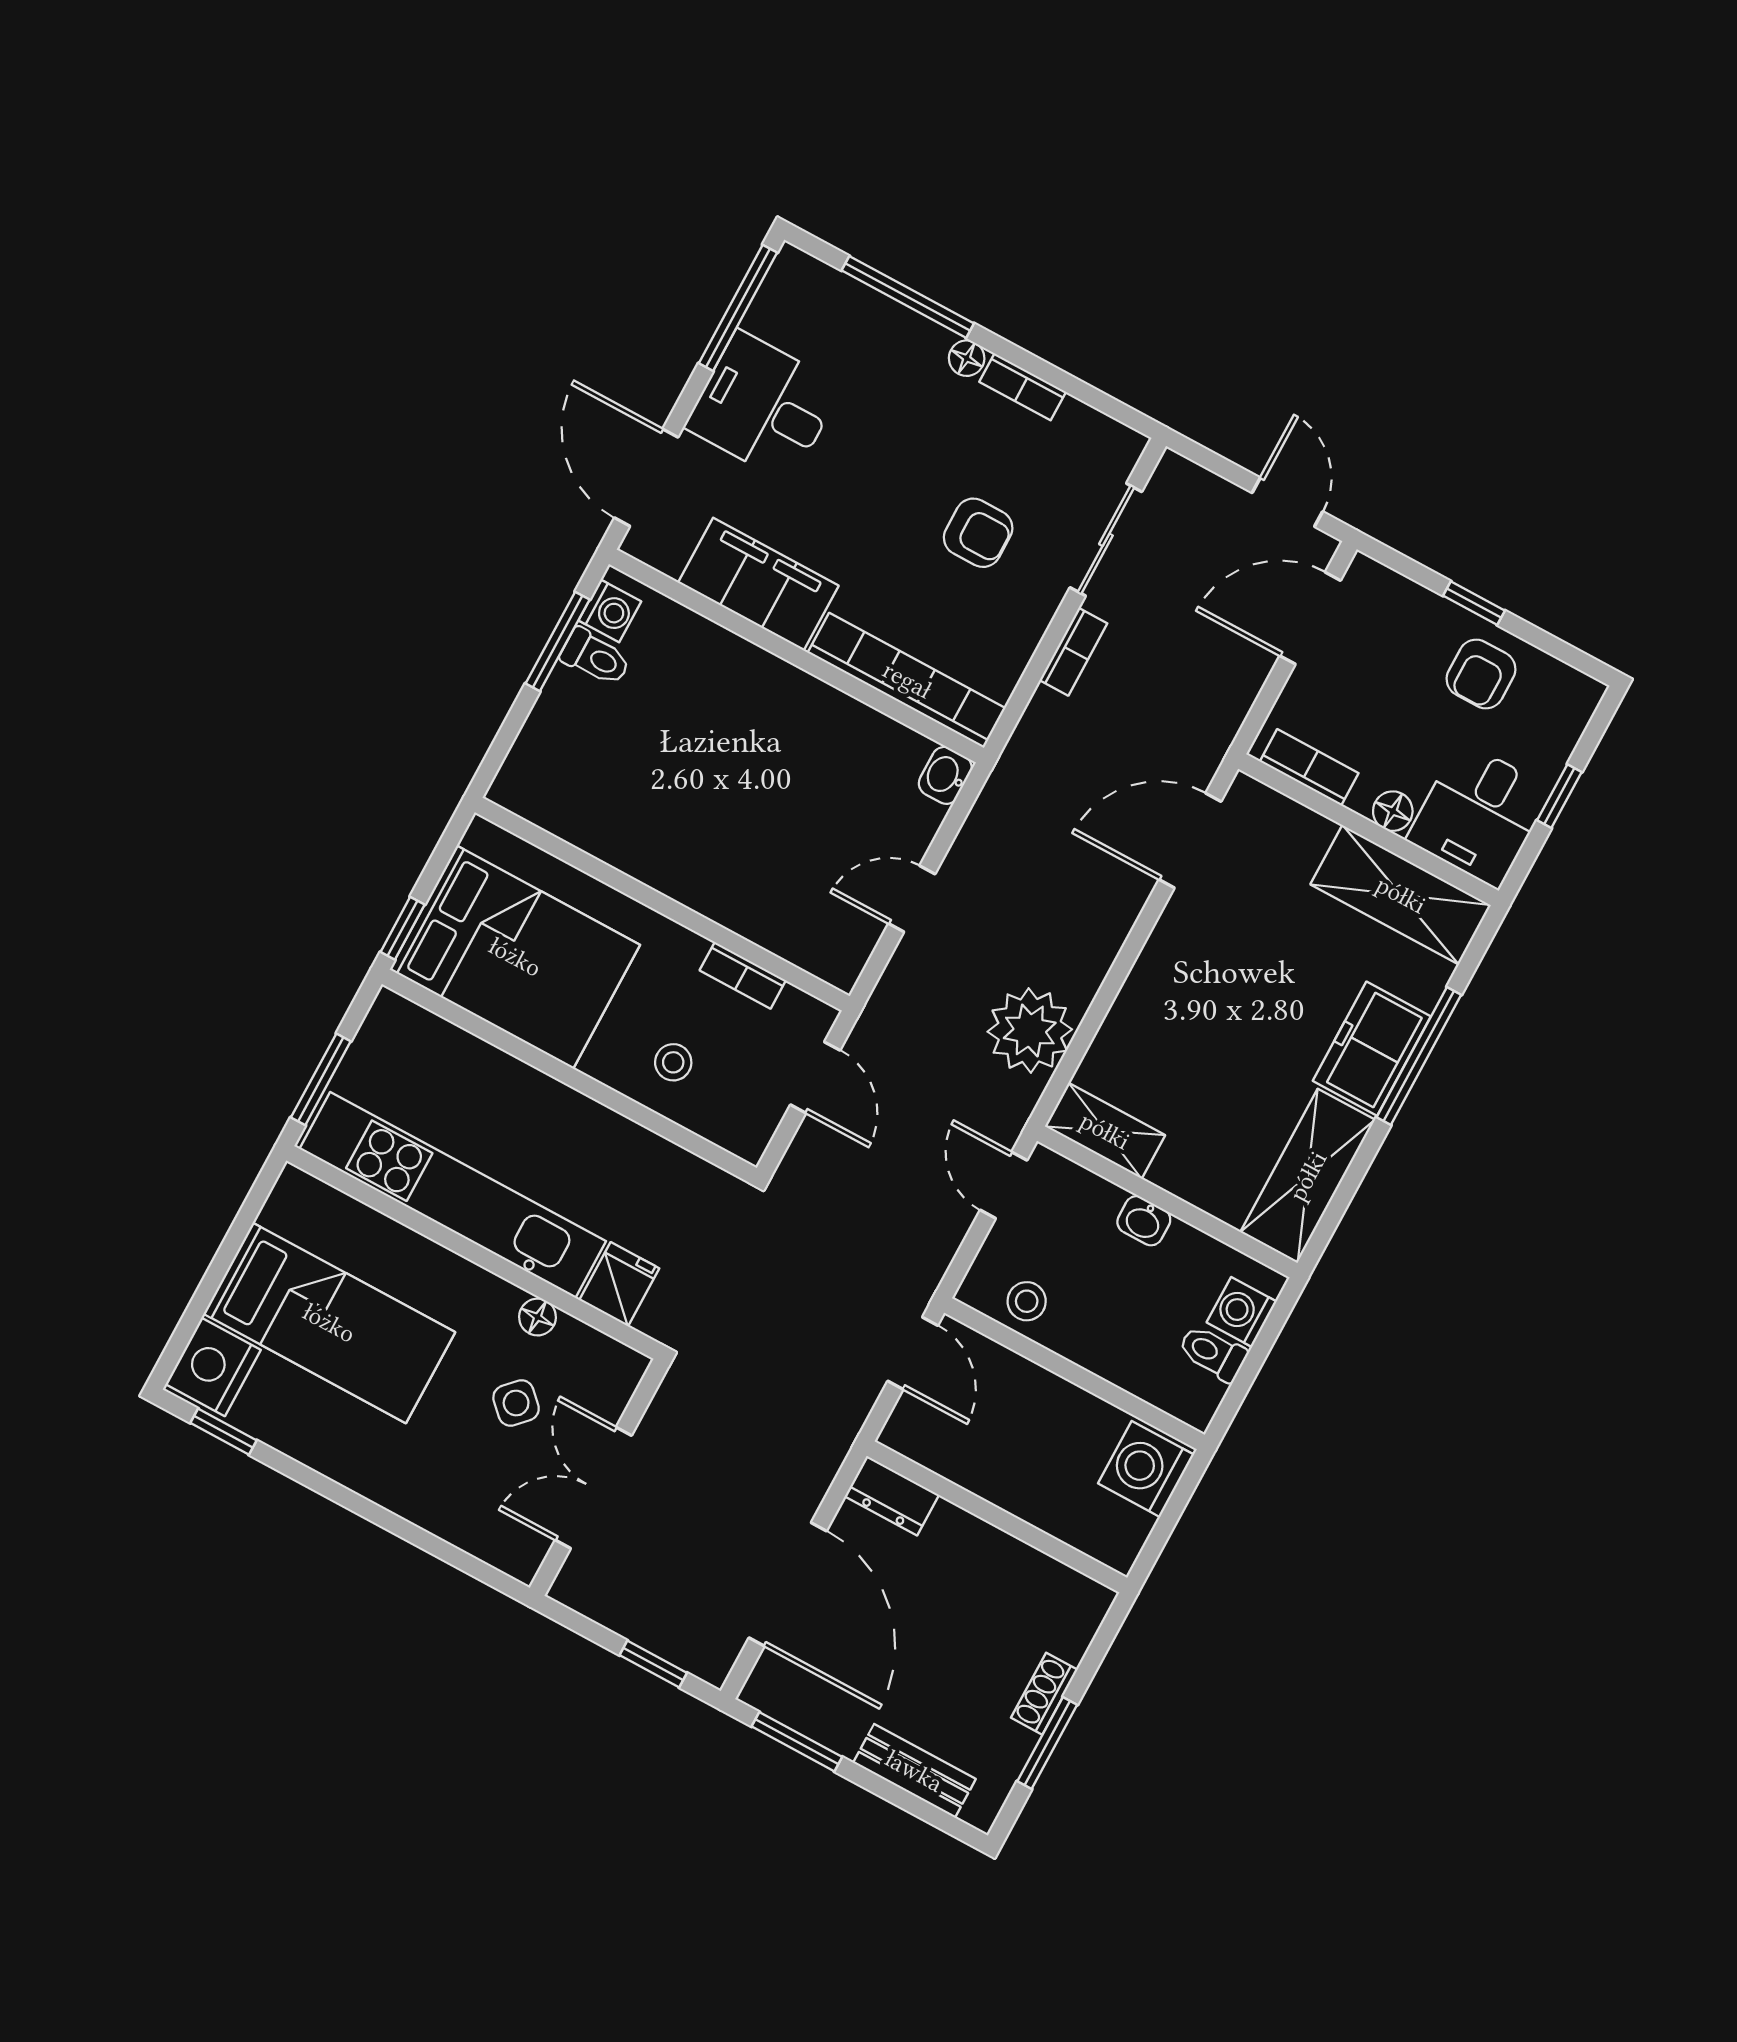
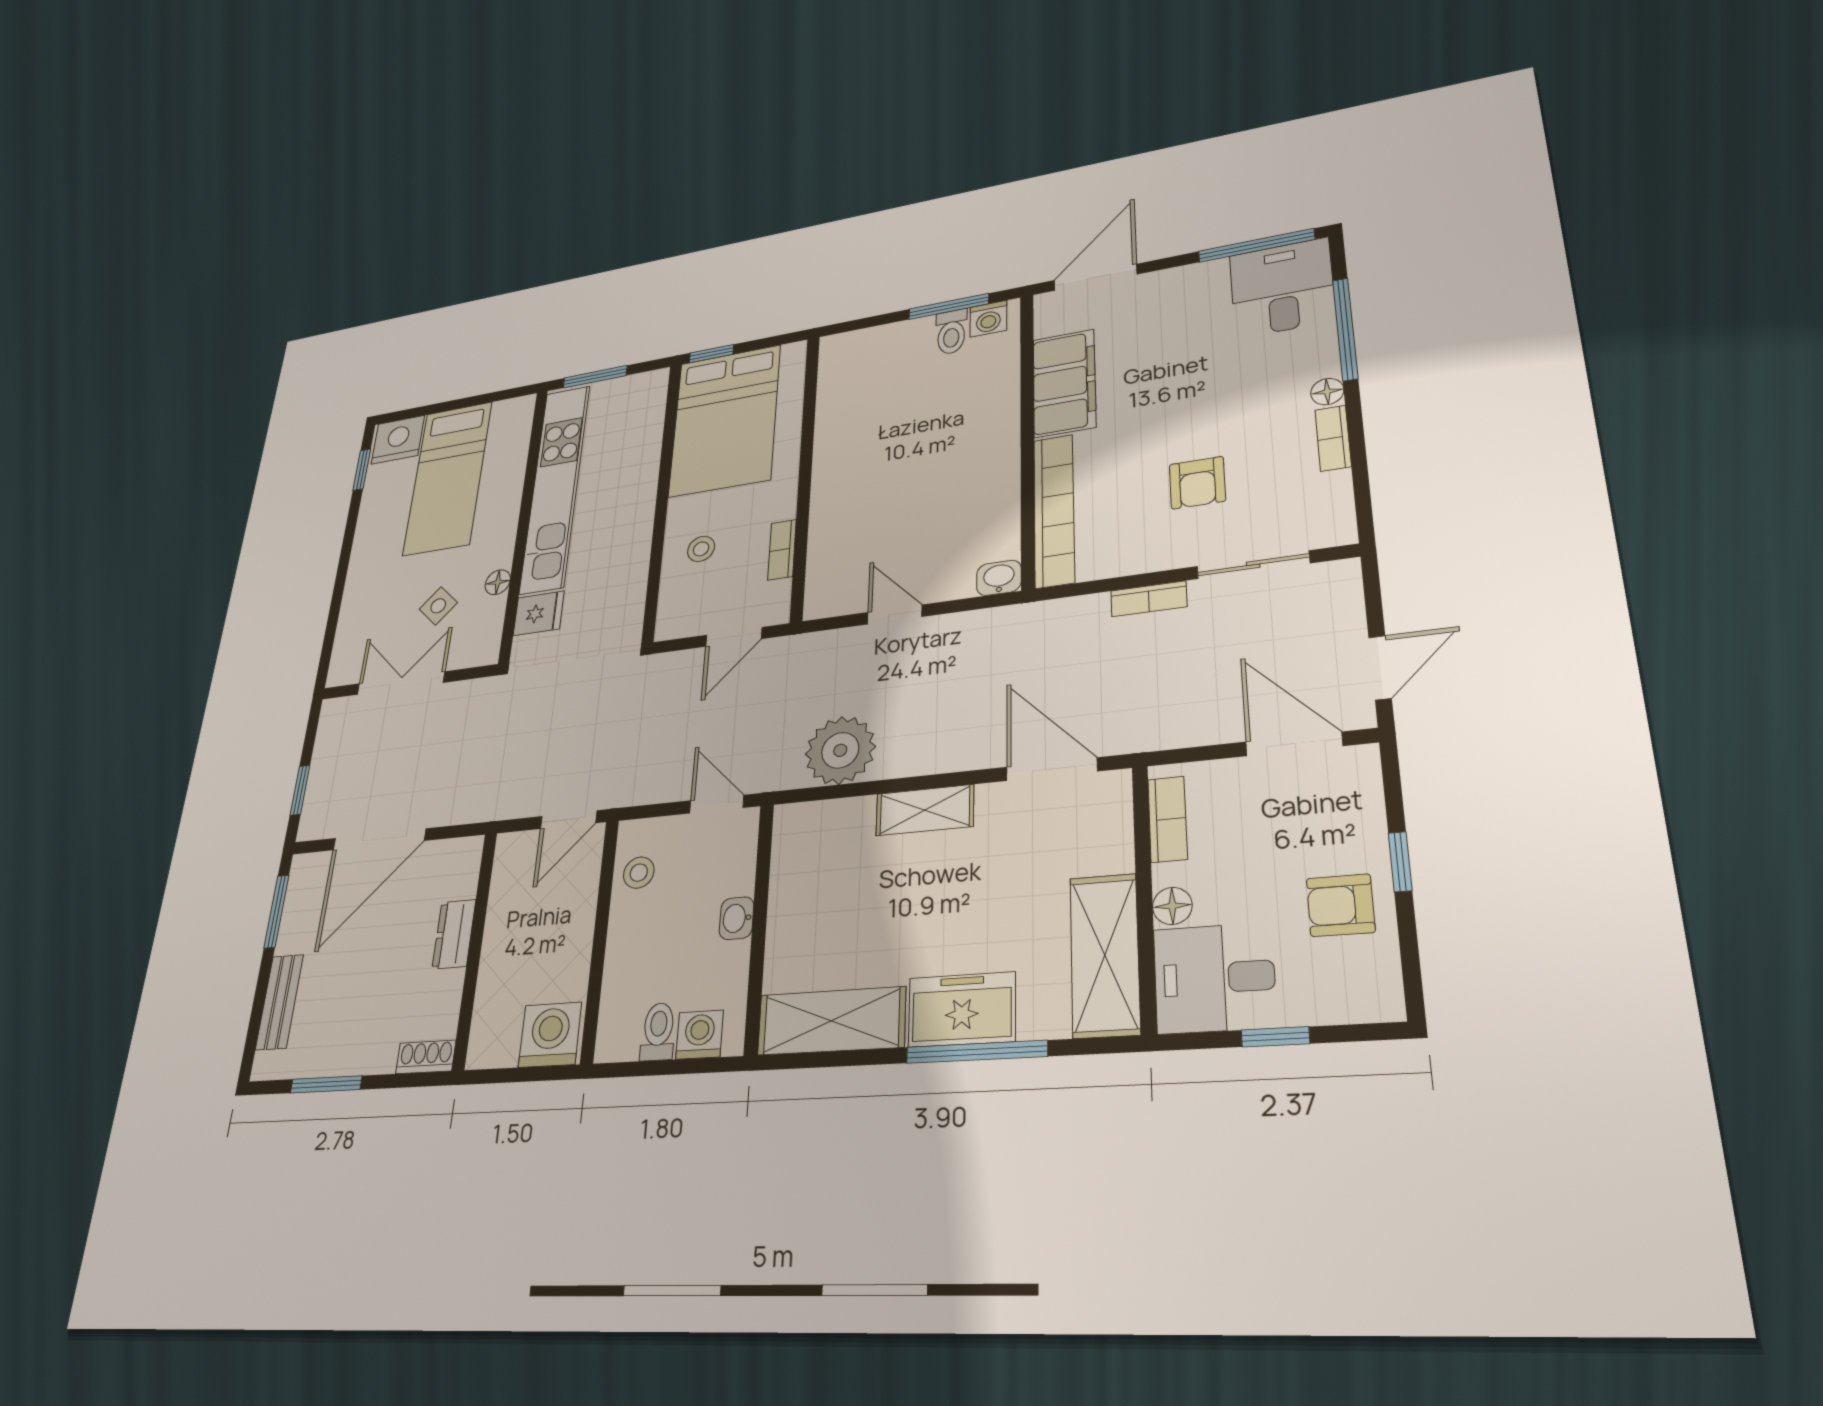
desk: (763, 407) -> (1282, 288), moved
shelving: (1105, 1131) -> (925, 810), moved, turned 90
door: (1004, 1185) -> (717, 804), hinge flipped
dresser: (892, 1496) -> (454, 934), moved
shoe rack: (1044, 1694) -> (426, 1057), moved

